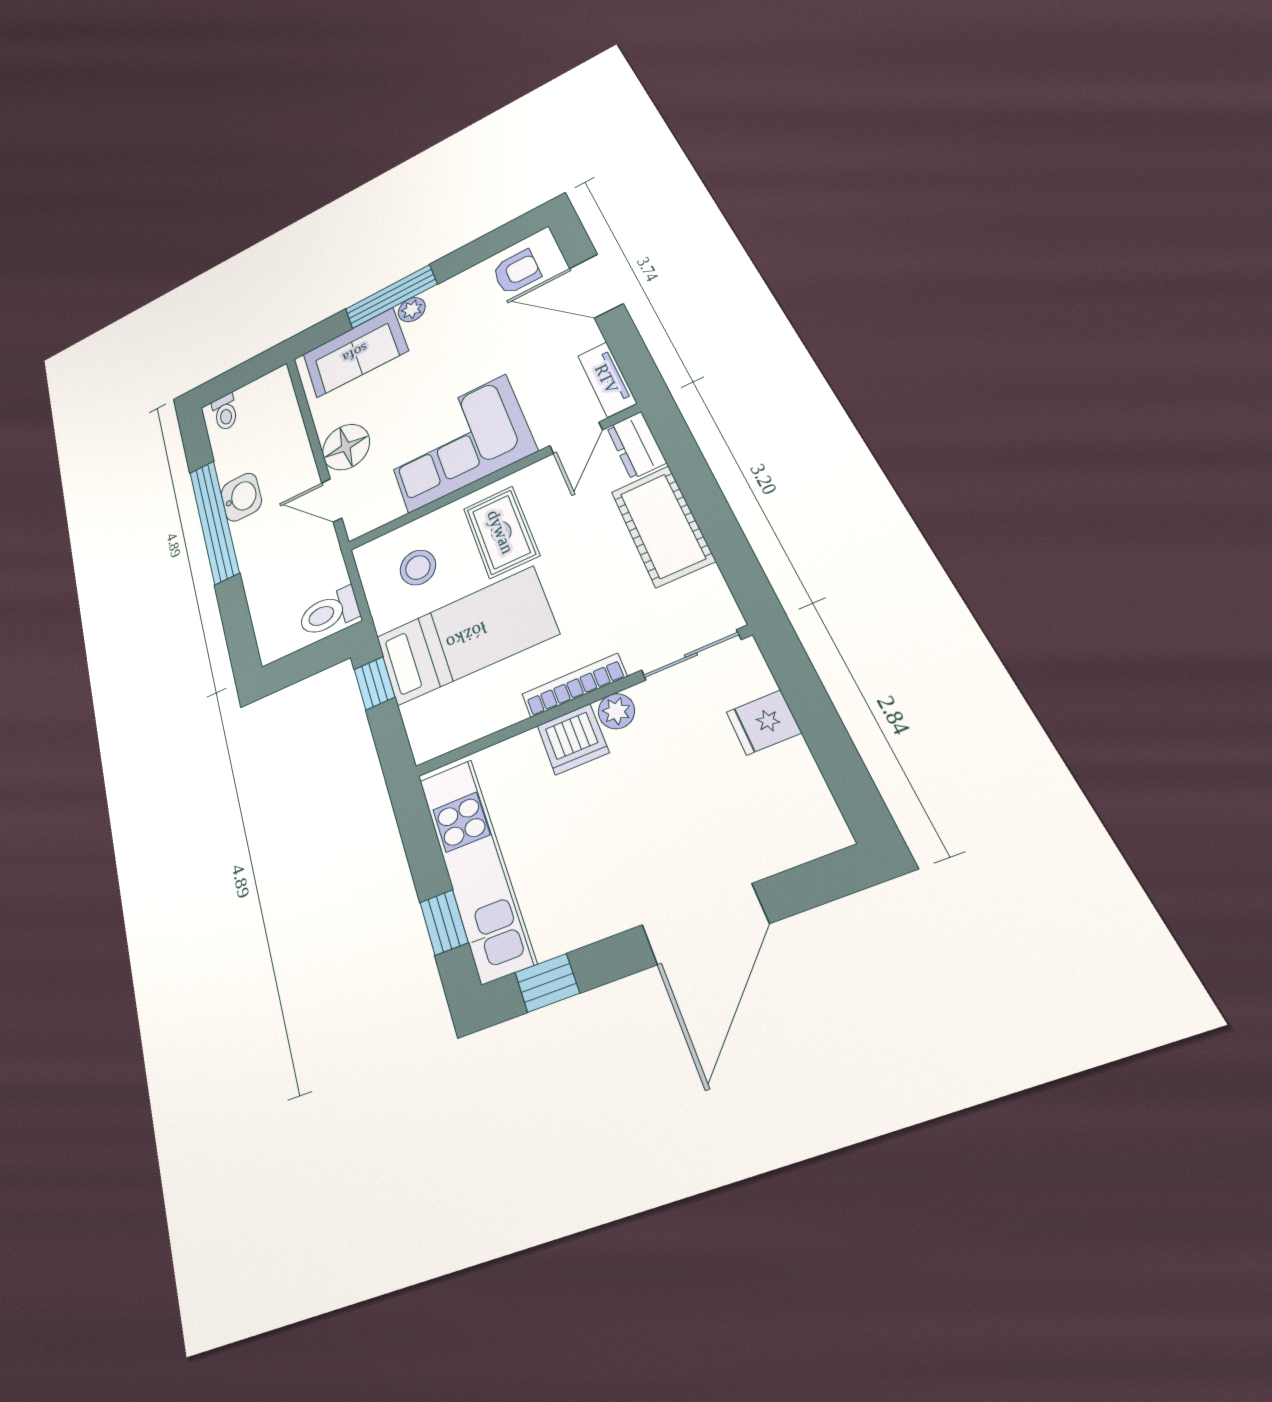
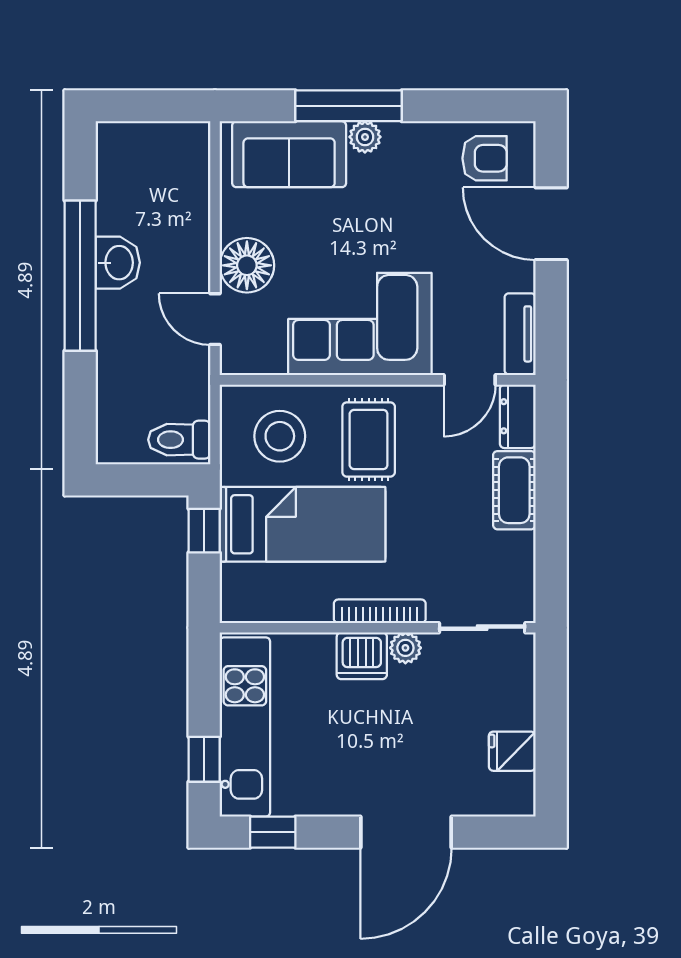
toilet: (225, 412) -> (123, 144), removed
cot: (662, 526) -> (514, 490), width x0.73, depth x0.75
stool: (418, 567) -> (280, 436), width x1.38, depth x1.38
fridge: (764, 722) -> (512, 751), moved

